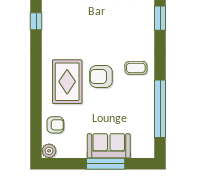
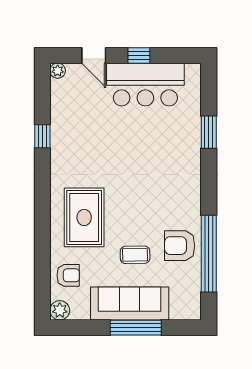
coffee table: (136, 68) -> (135, 255), moved
armchair: (101, 76) -> (180, 246), moved
sofa: (109, 146) -> (130, 304), width x1.36

